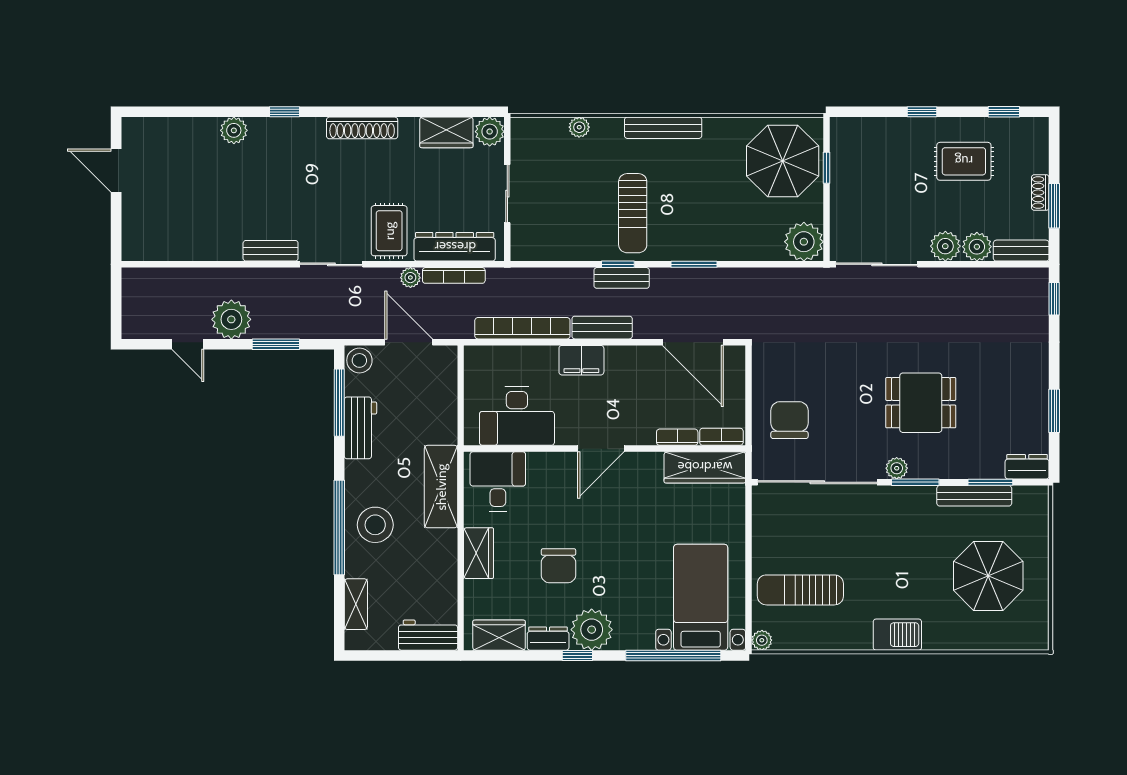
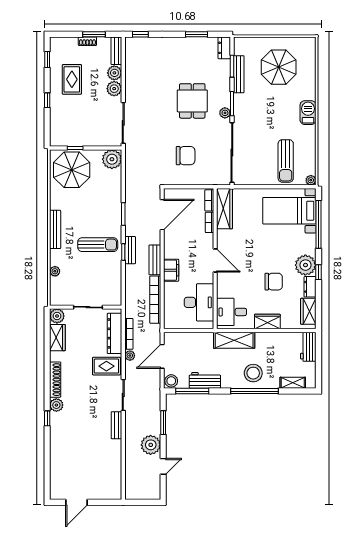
plant: (234, 130) -> (56, 405), moved
chair: (789, 420) -> (186, 156), moved, turned 180

